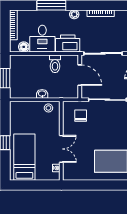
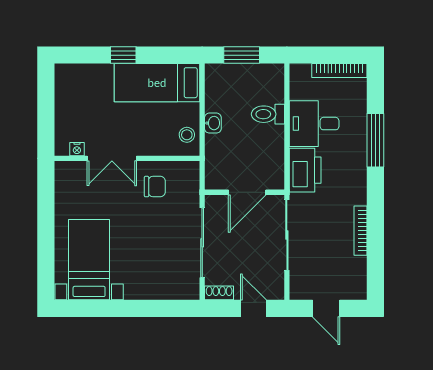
plant: (74, 14) -> (359, 182), removed
floor lamp: (24, 47) -> (299, 89), removed
toilet: (55, 64) -> (268, 114), moved
chair: (81, 116) -> (155, 187), moved
bed: (24, 157) -> (157, 83), moved, turned 180

